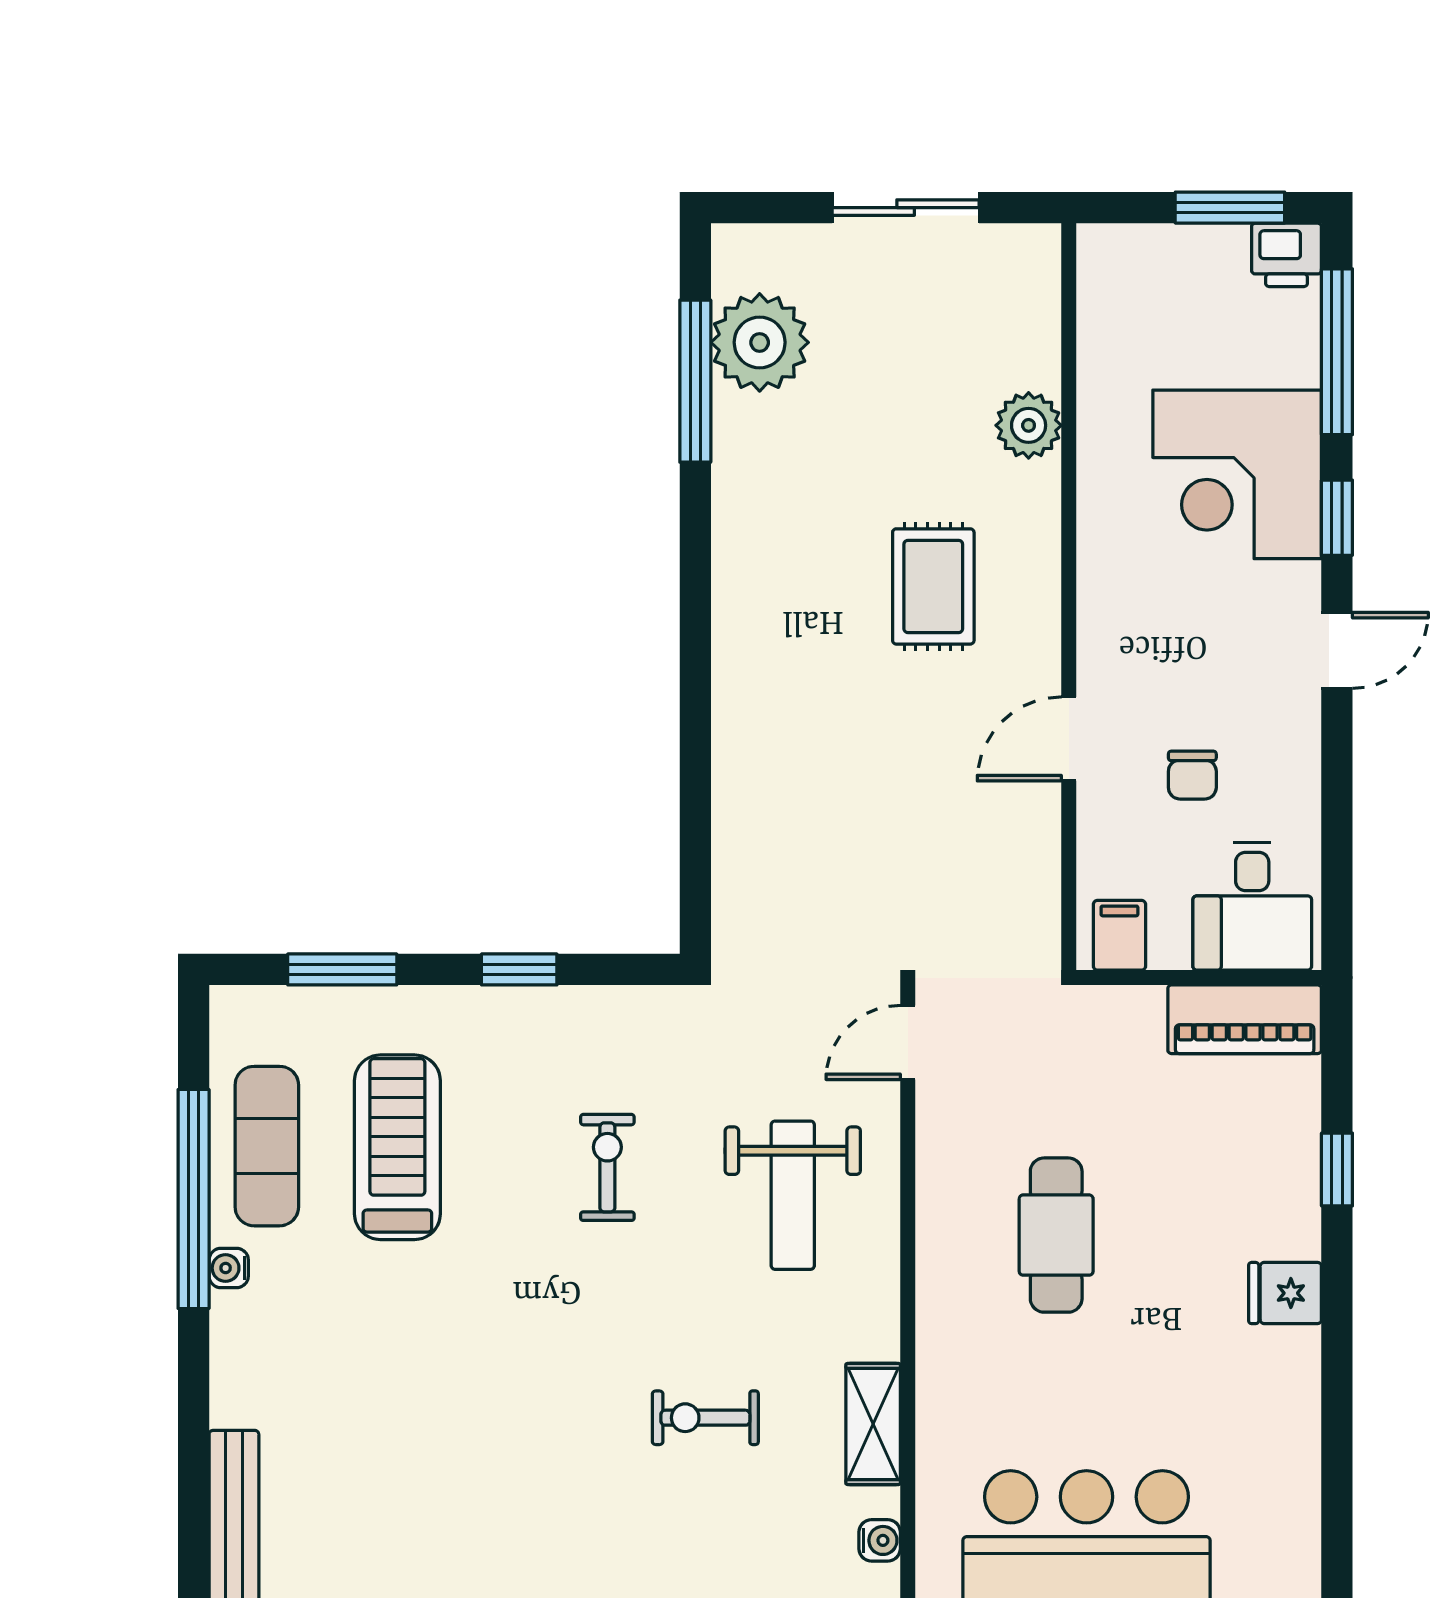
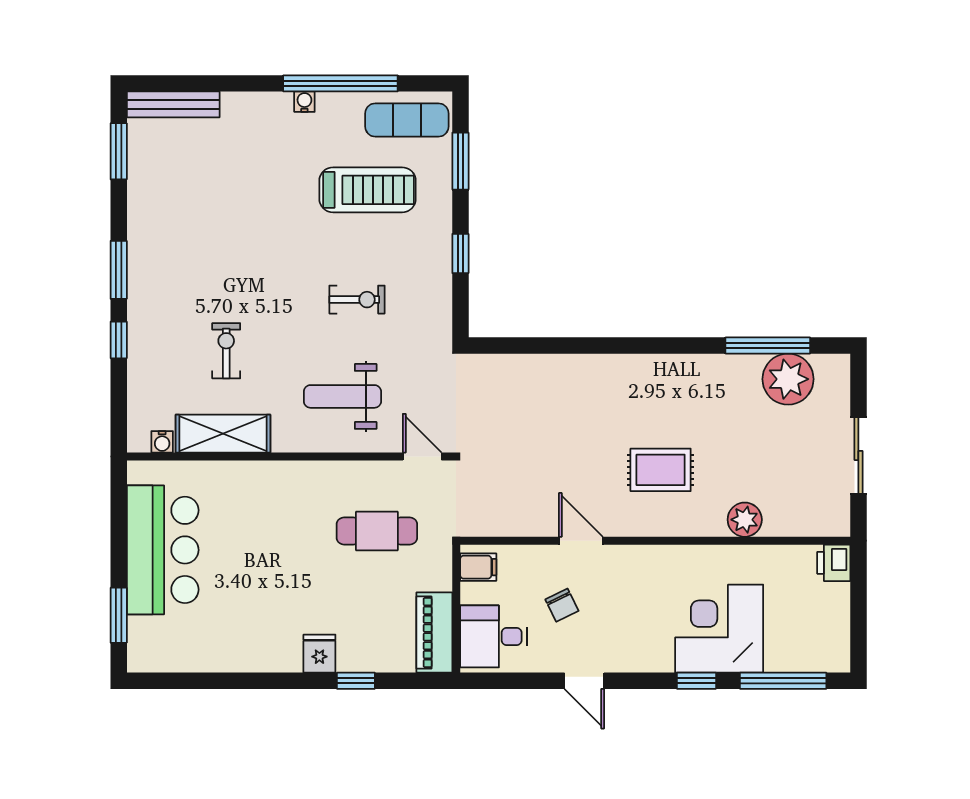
window: (1230, 208) -> (858, 625), removed
printer: (1287, 255) -> (834, 563), moved
door: (1337, 650) -> (584, 681), moved
chair: (1192, 775) -> (562, 605), turned -116
exercise mat: (267, 1146) -> (407, 120), moved
cafe table: (1056, 1235) -> (377, 531), moved
fridge: (1285, 1293) -> (319, 654), moved
shelving: (873, 1424) -> (223, 434), width x1.50, depth x1.33

